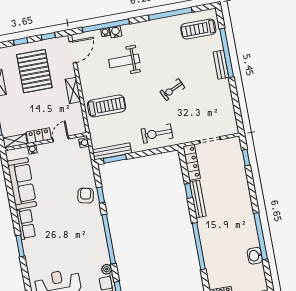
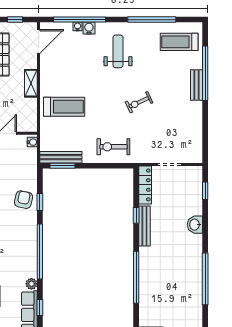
weight bench: (124, 61) -> (118, 51), moved, turned 90
washbasin: (255, 256) -> (195, 225), moved

